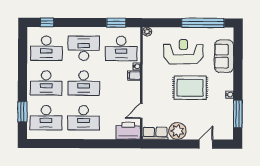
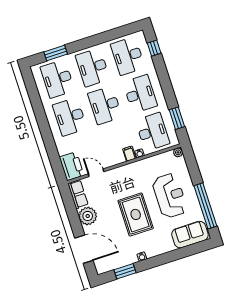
desk: (121, 48) -> (152, 132), turned 180
sofa: (224, 56) -> (190, 235), moved
window: (238, 114) -> (125, 271), width x0.69
door: (206, 144) -> (84, 249), width x1.87

